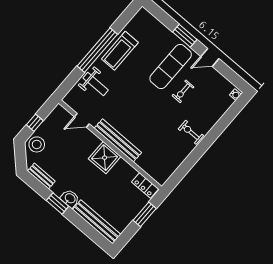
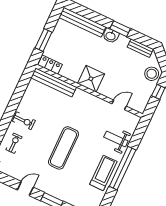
exercise mat: (171, 67) -> (63, 148), moved
exercise bike: (183, 91) -> (14, 143), moved
bench: (118, 140) -> (54, 82), moved

